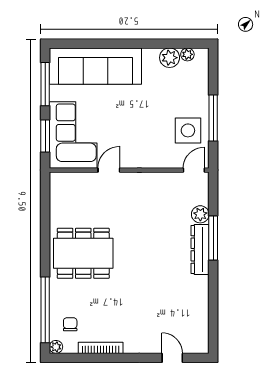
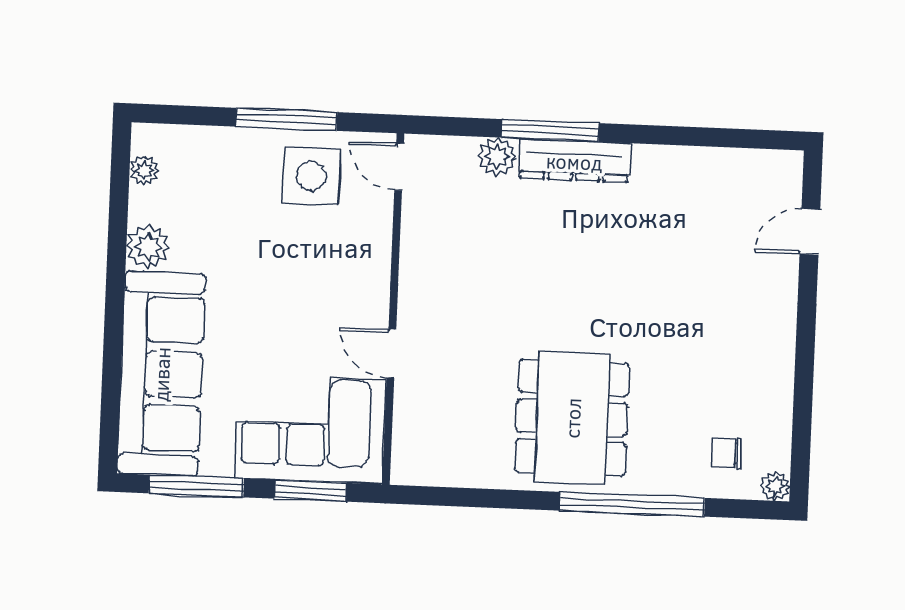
plant: (170, 58) -> (148, 247), moved
window: (45, 310) -> (632, 504), moved
bookcase: (101, 348) -> (781, 388), removed

